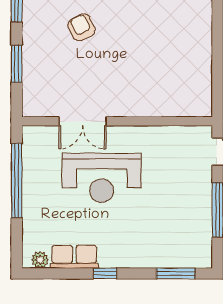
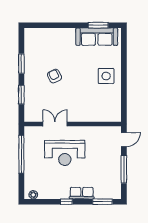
side table: (183, 27) -> (106, 76), added
double door: (82, 121) -> (55, 124), swing flipped
row of seats: (74, 257) -> (82, 193), moved

